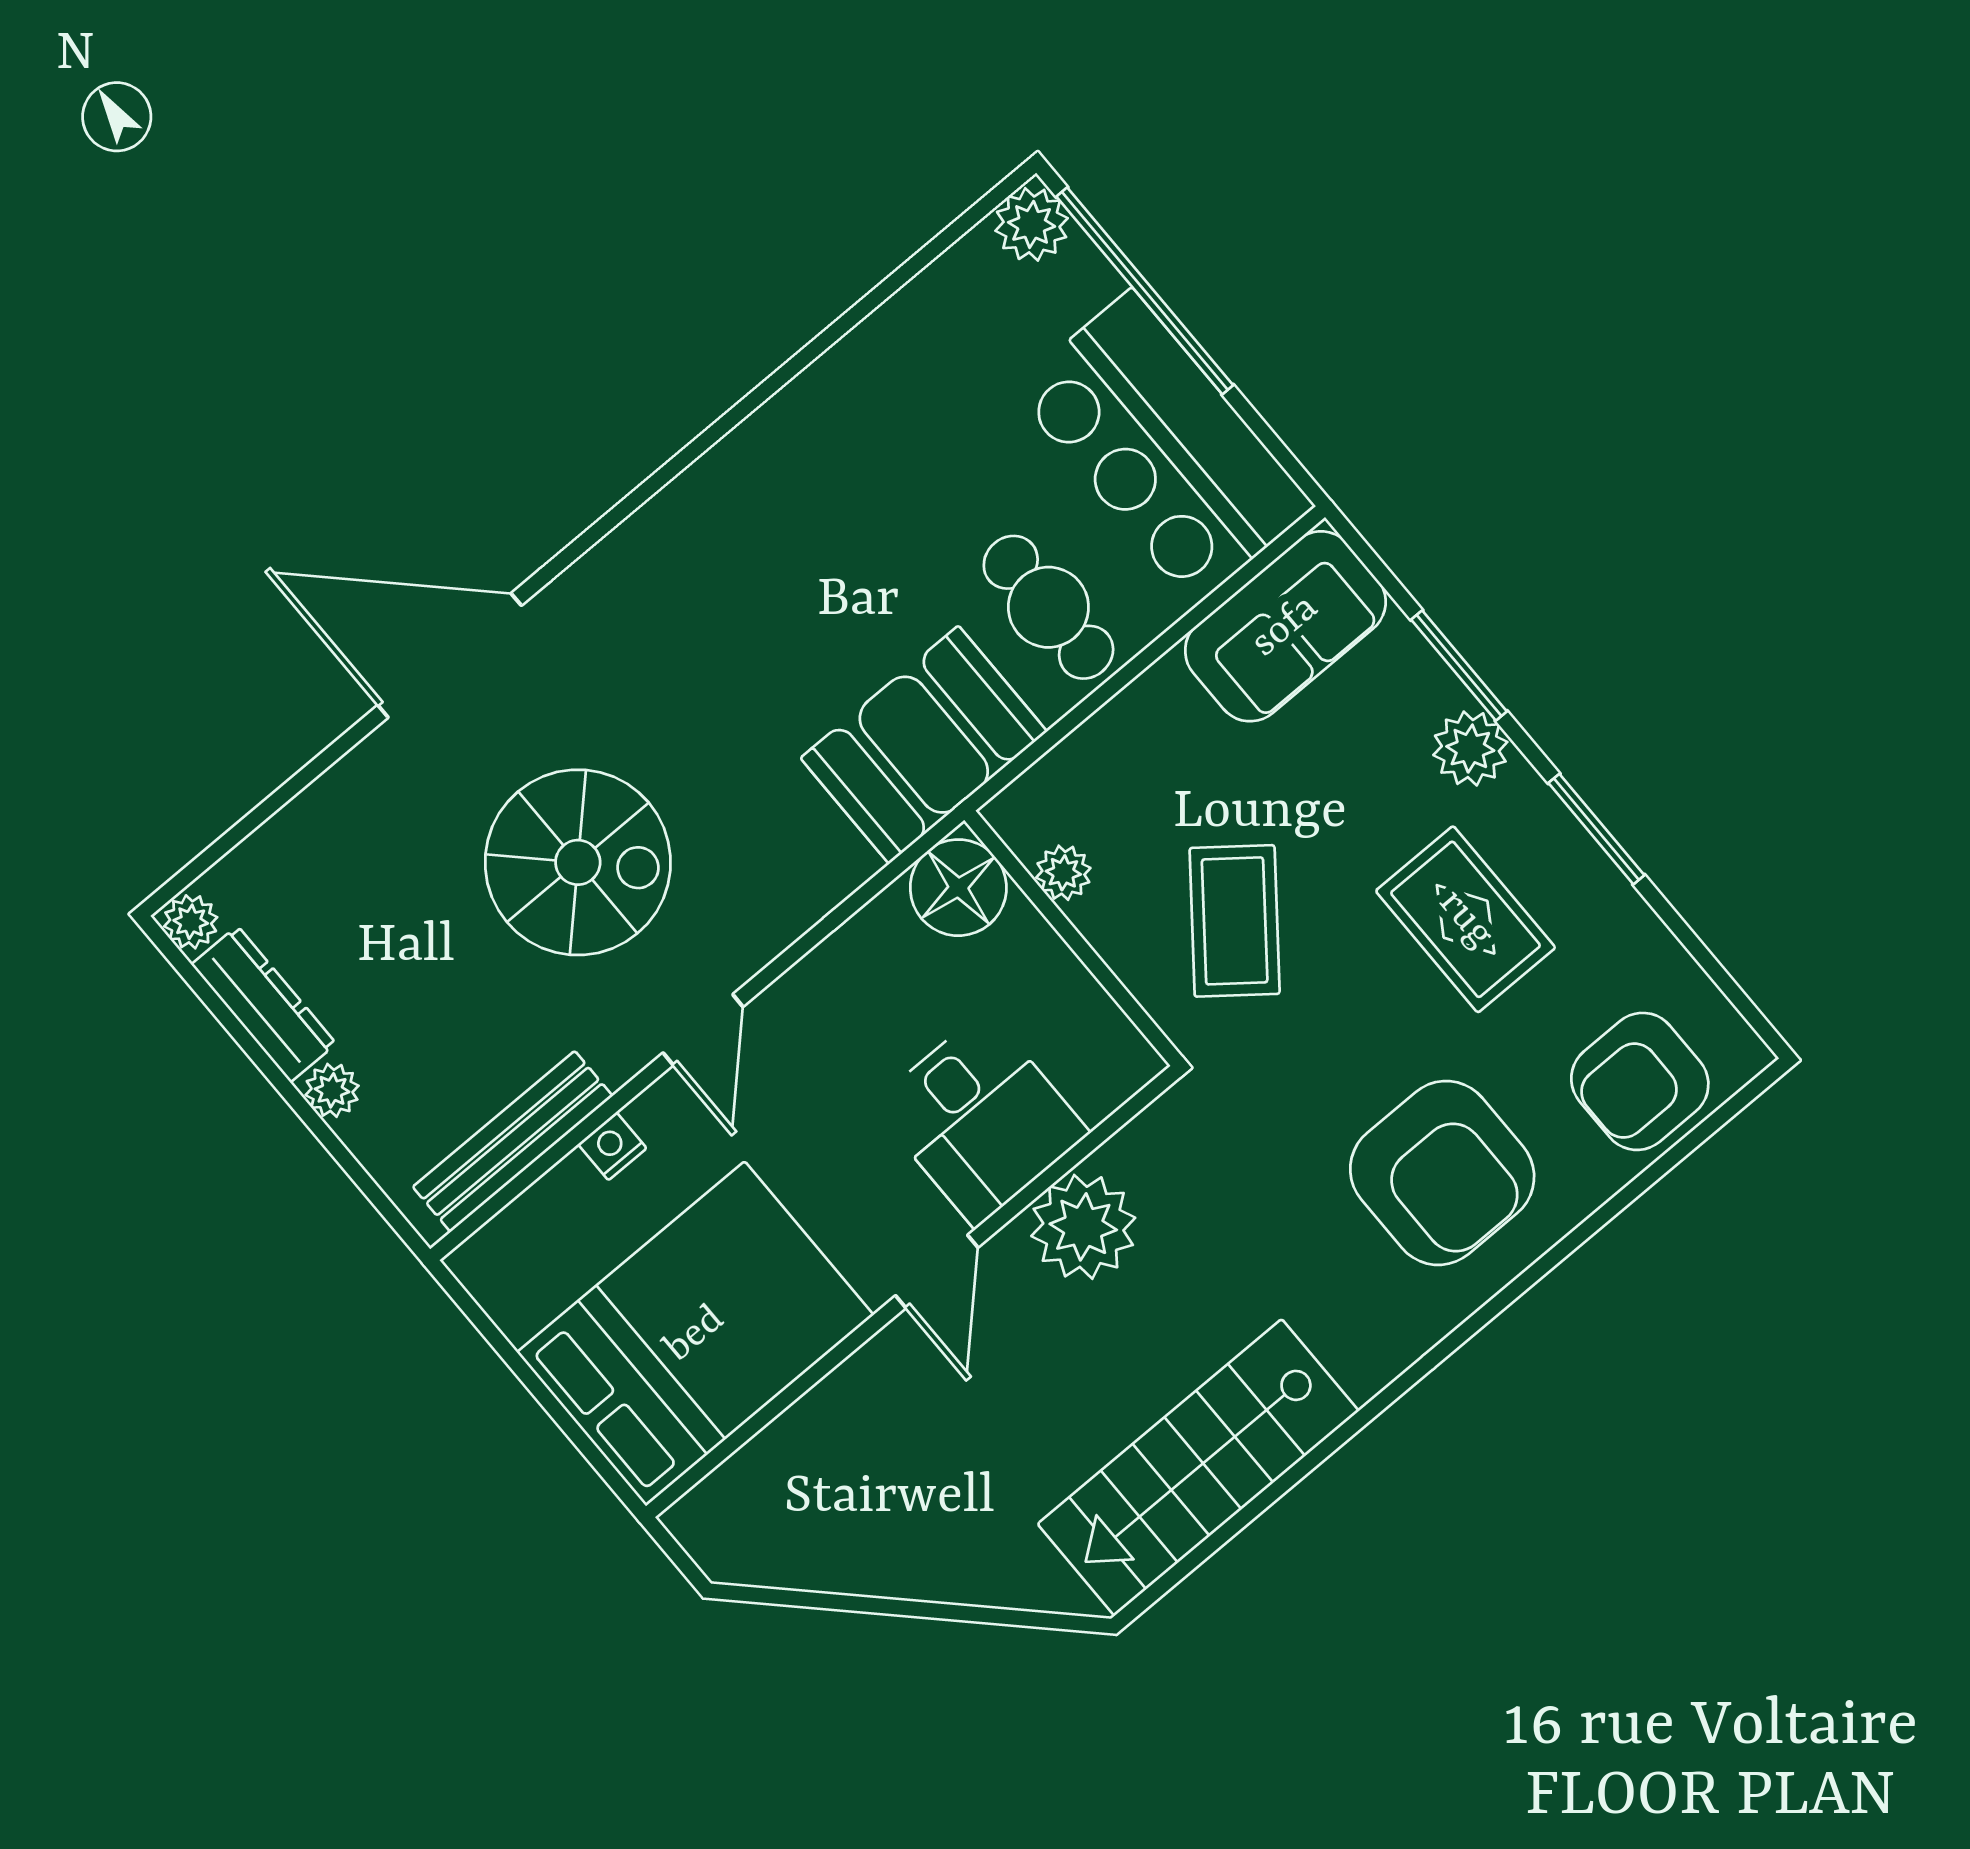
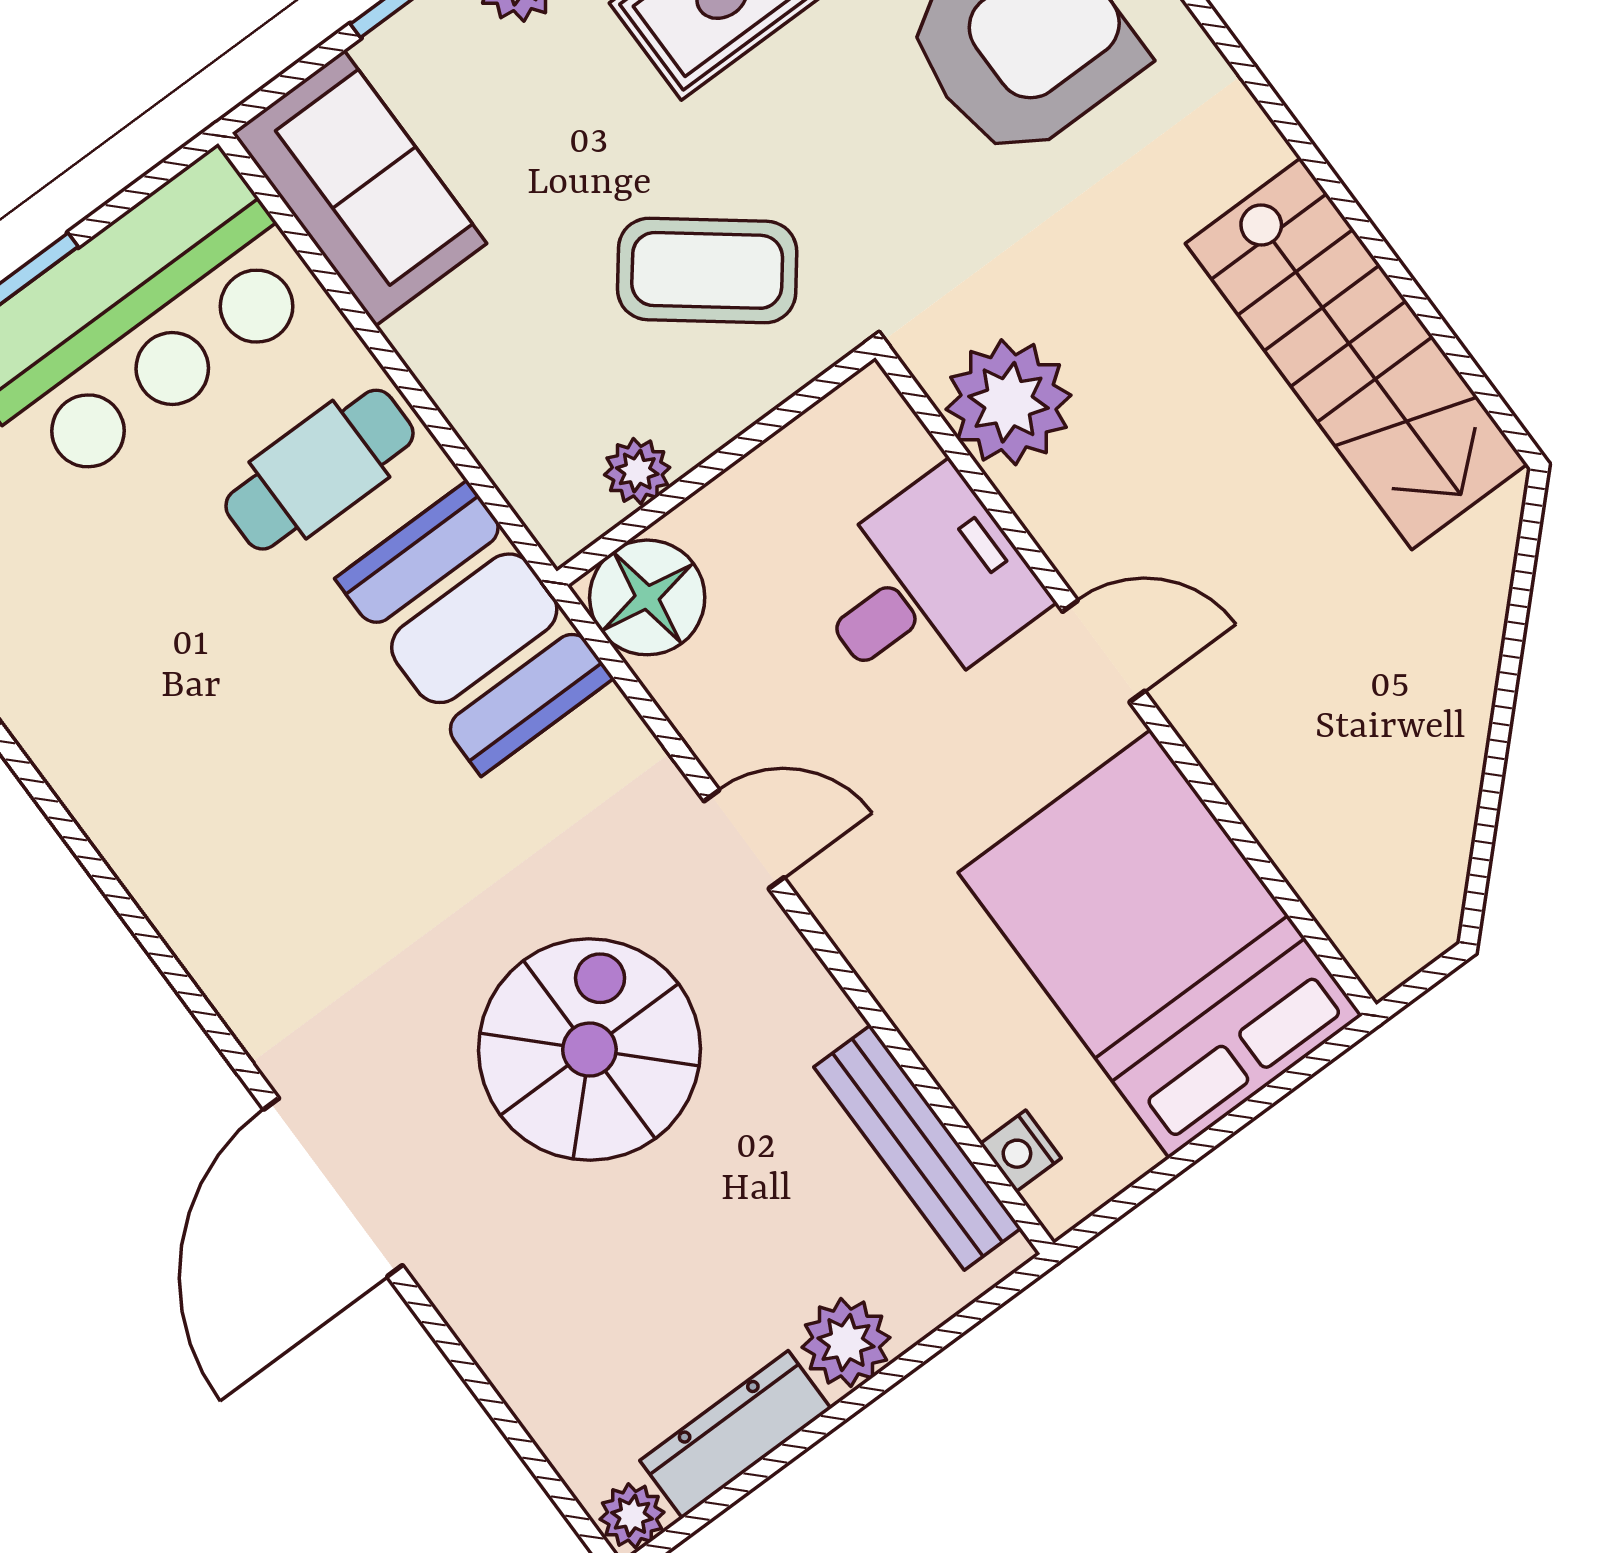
door: (703, 1030) -> (744, 839), moved
plant: (332, 1090) -> (846, 1342), width x1.38, depth x1.38
nightstand: (612, 1146) -> (1021, 1151), moved
plant: (1083, 1227) -> (1009, 402), moved

